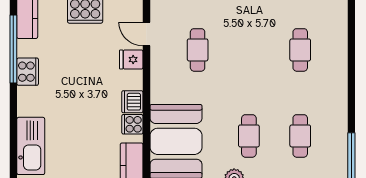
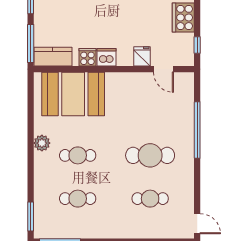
door: (146, 34) -> (164, 69), swing flipped
cafe table: (198, 50) -> (150, 155), moved, width x1.37, depth x1.35

